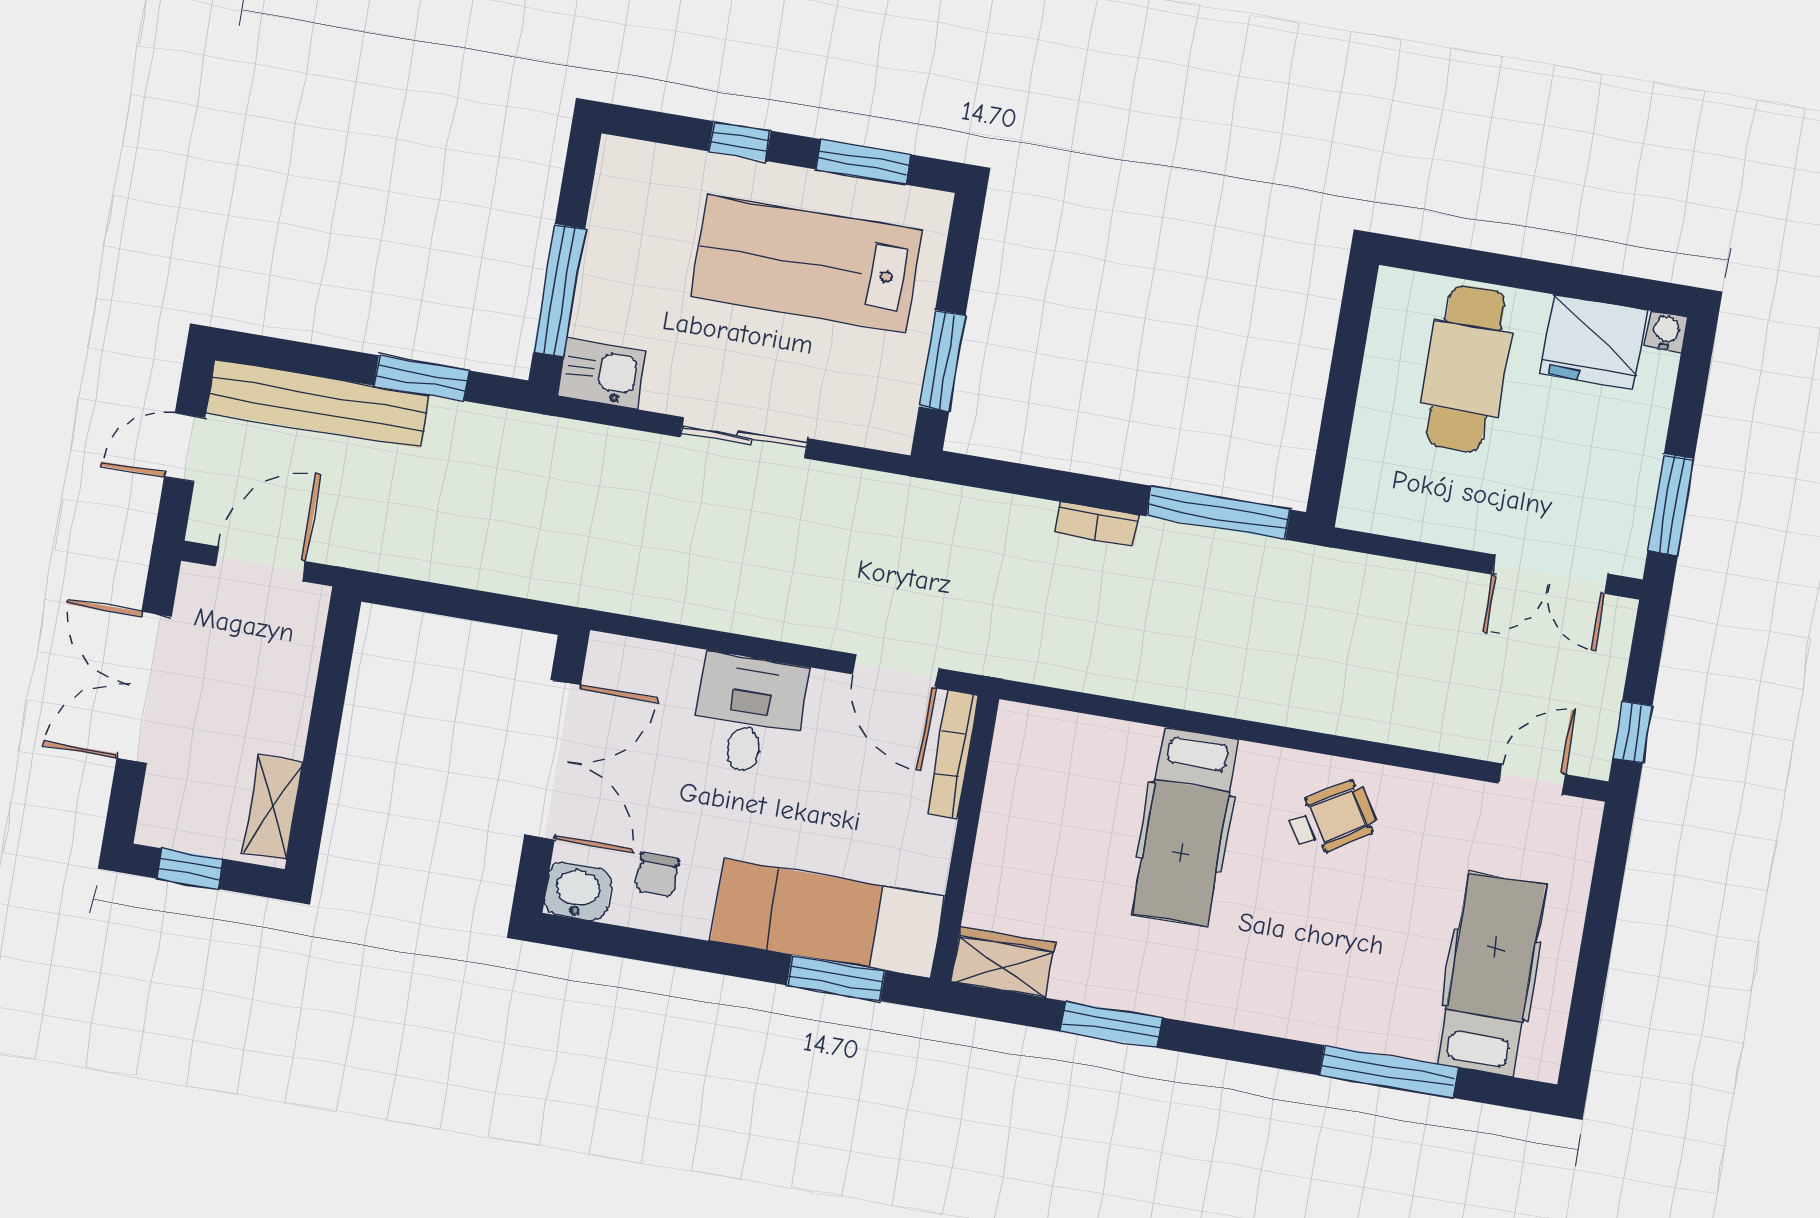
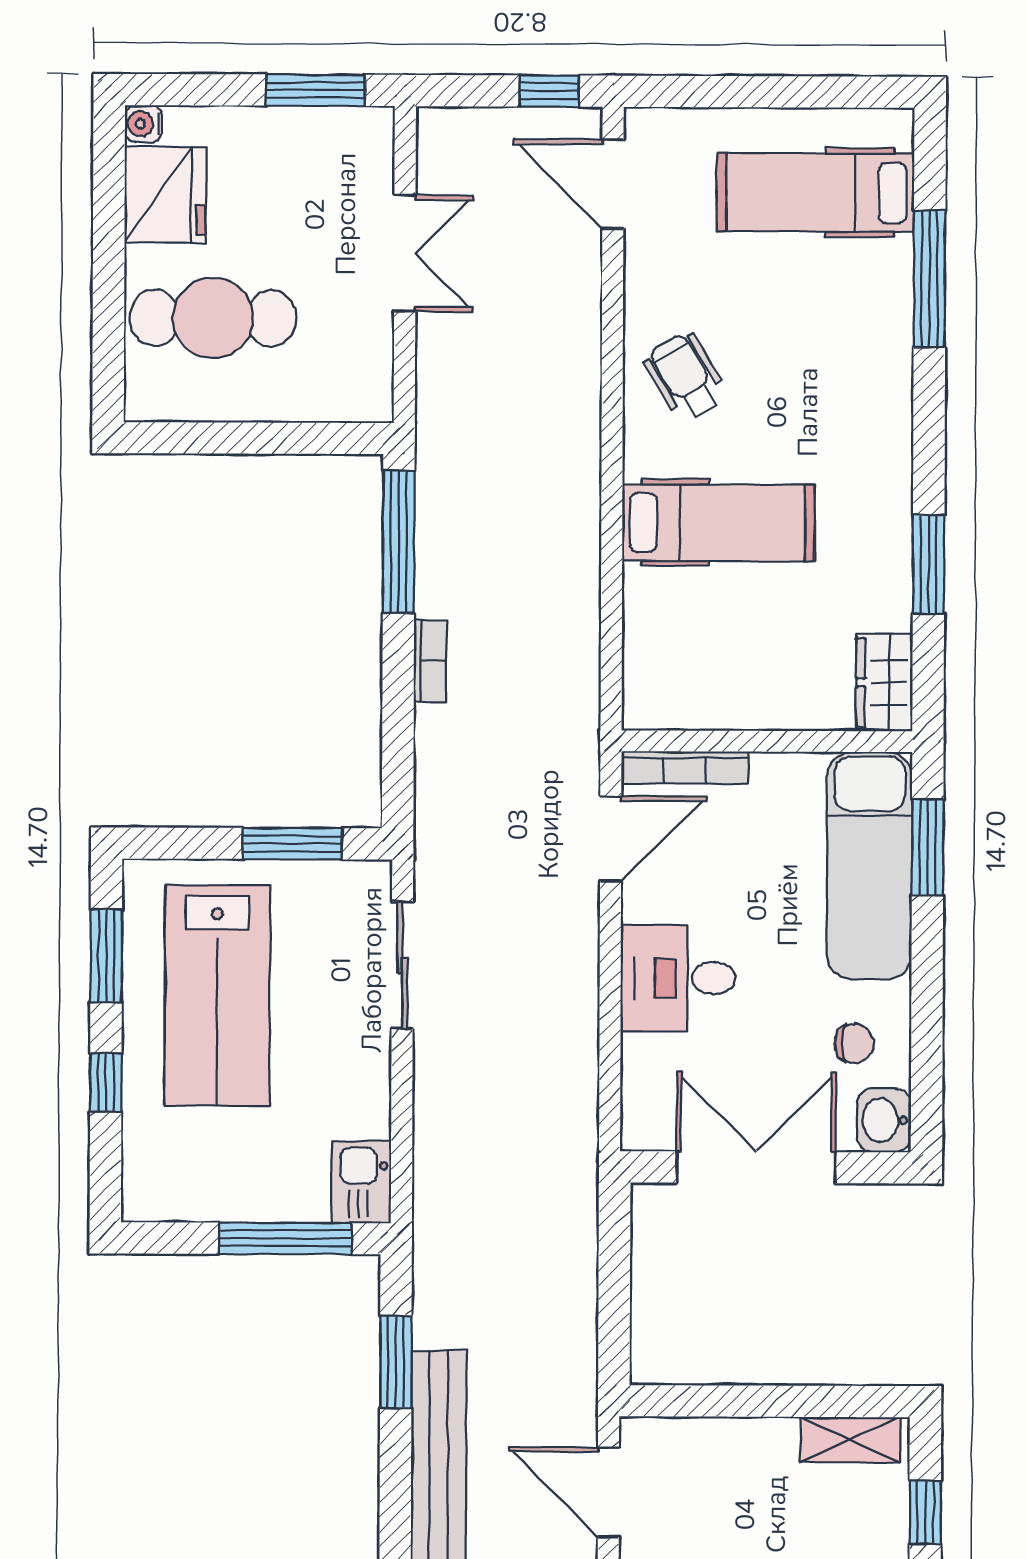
sliding door: (744, 438) -> (402, 965), moved
double door: (1550, 574) -> (405, 253), moved
door: (1532, 779) -> (613, 184), width x1.38

